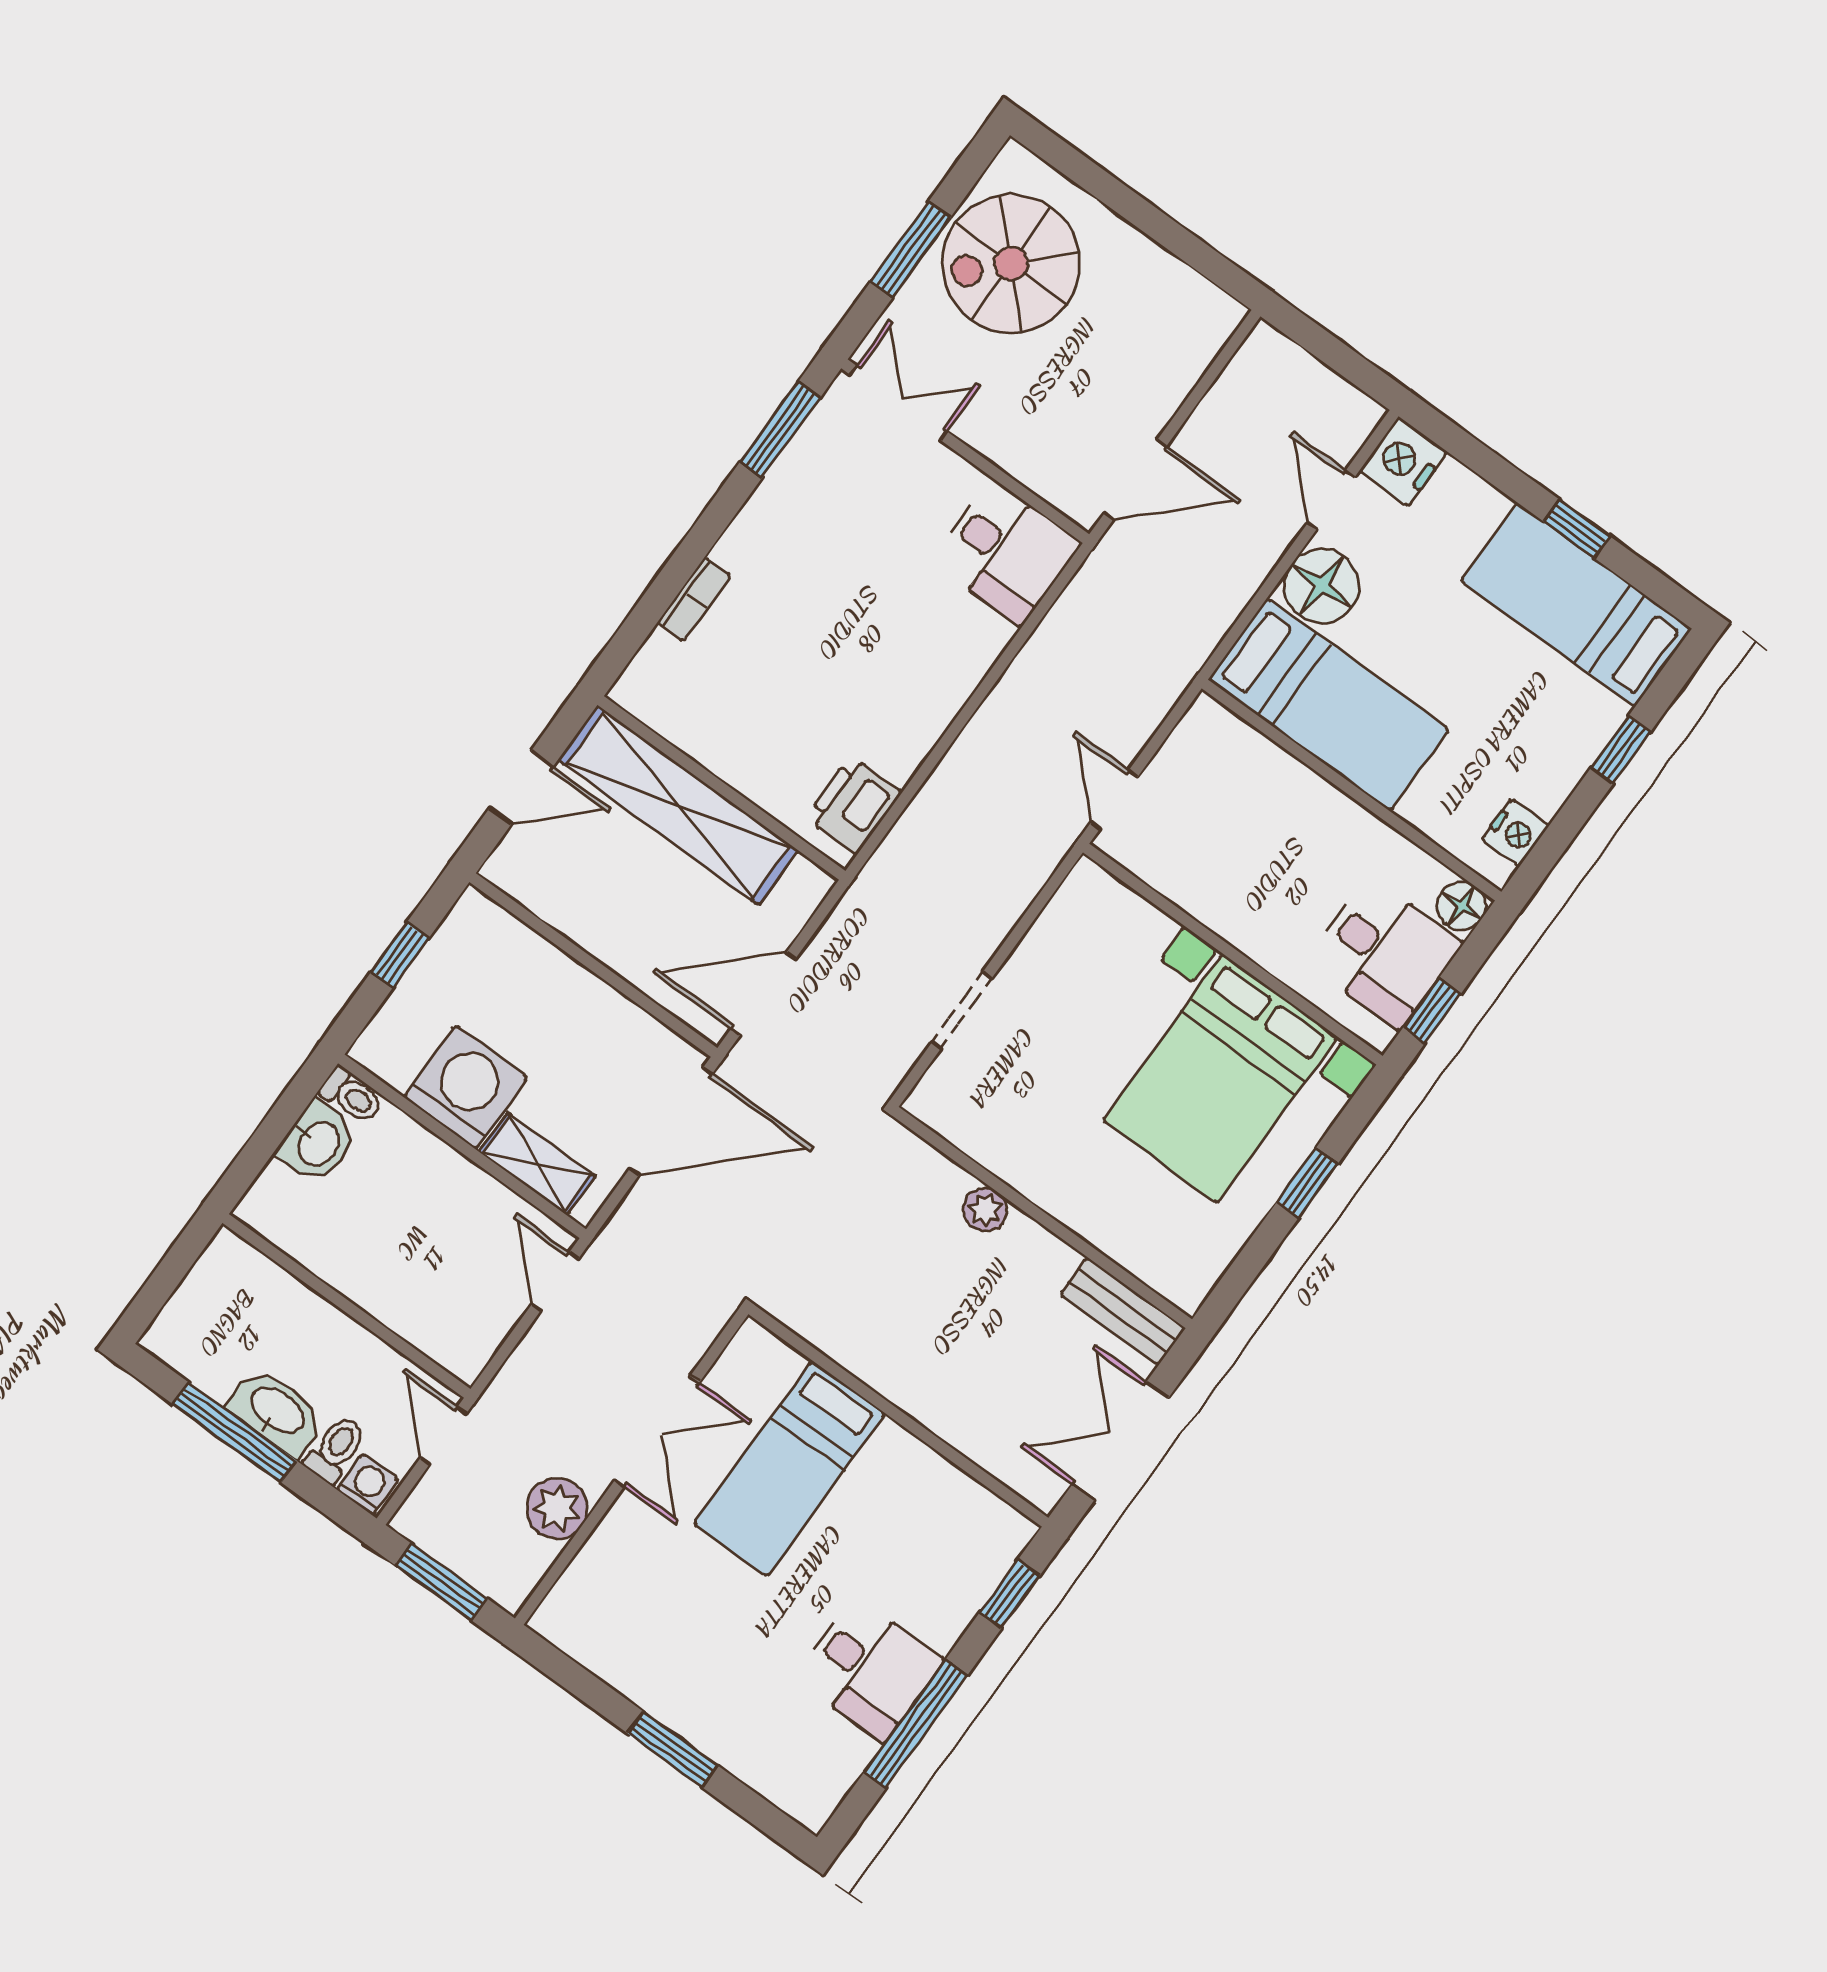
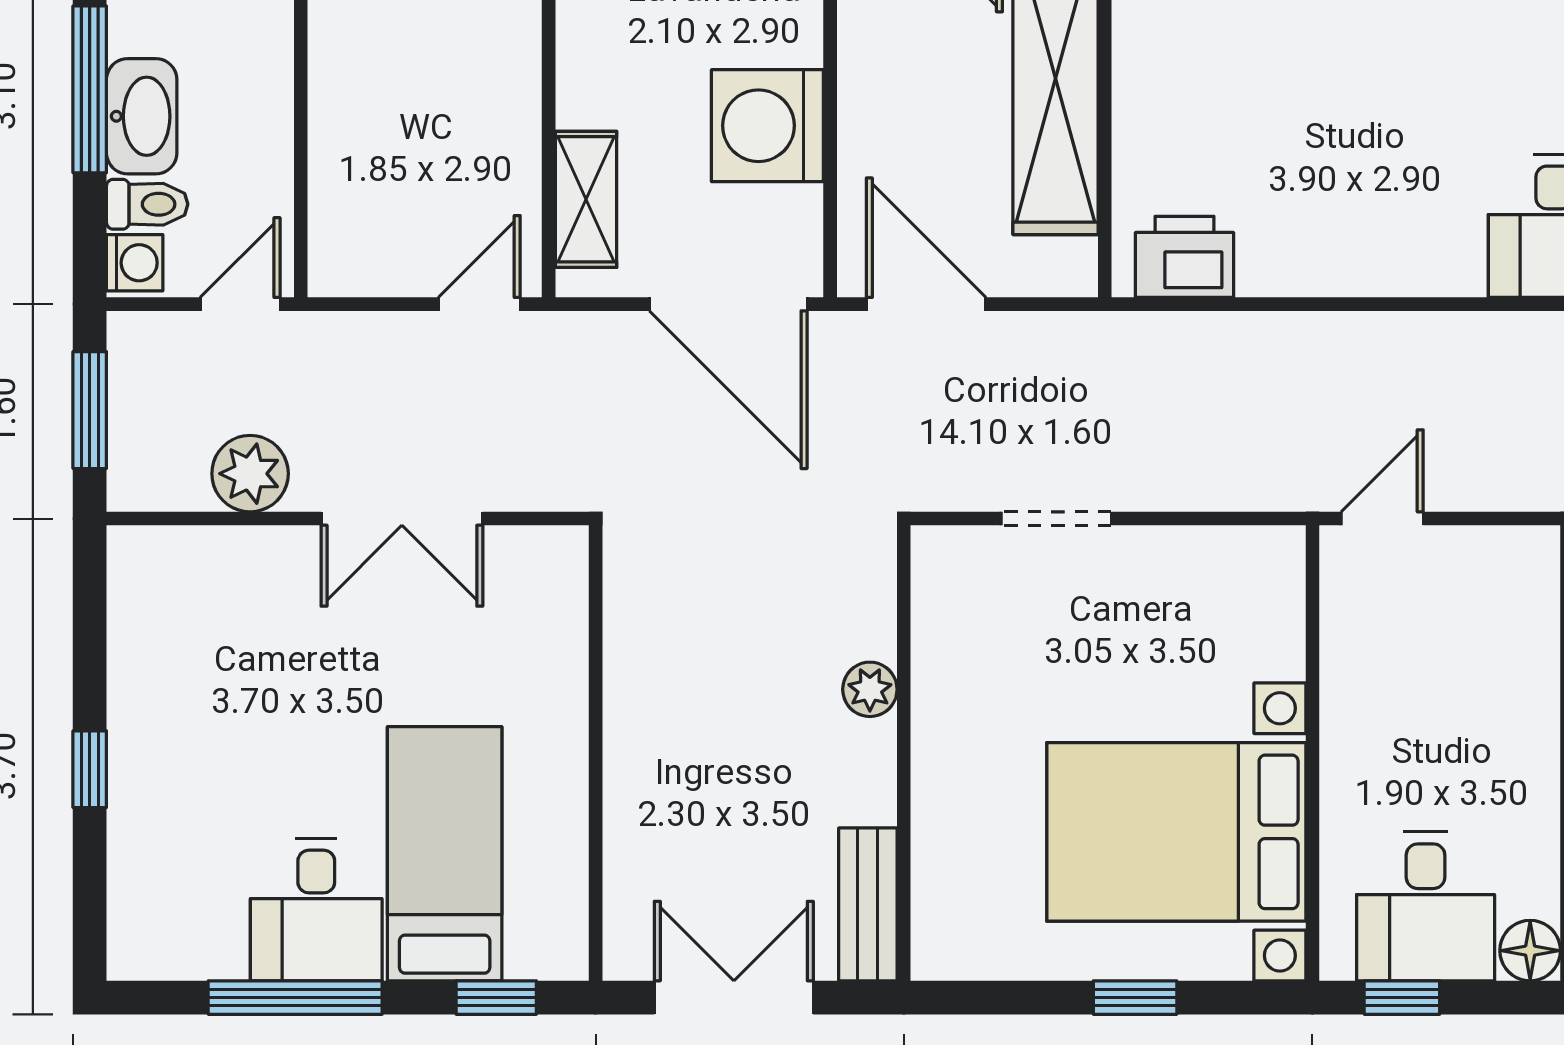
washing machine: (466, 1087) -> (767, 126), moved, turned 180
bed: (790, 1469) -> (445, 854), moved, turned 90
window: (673, 1749) -> (90, 769), width x0.67

